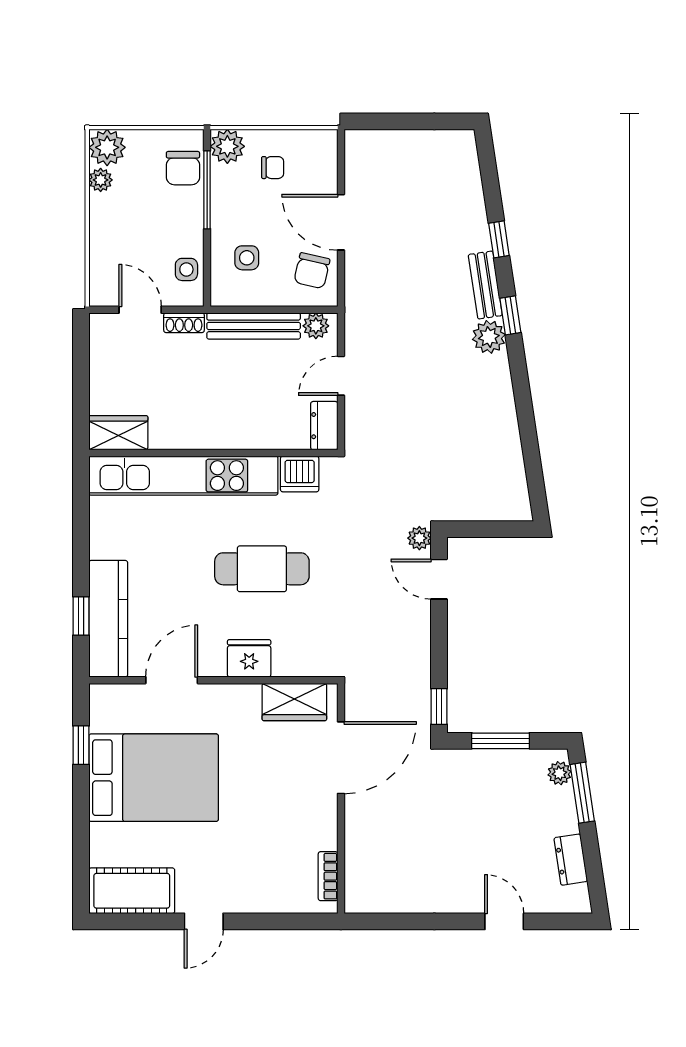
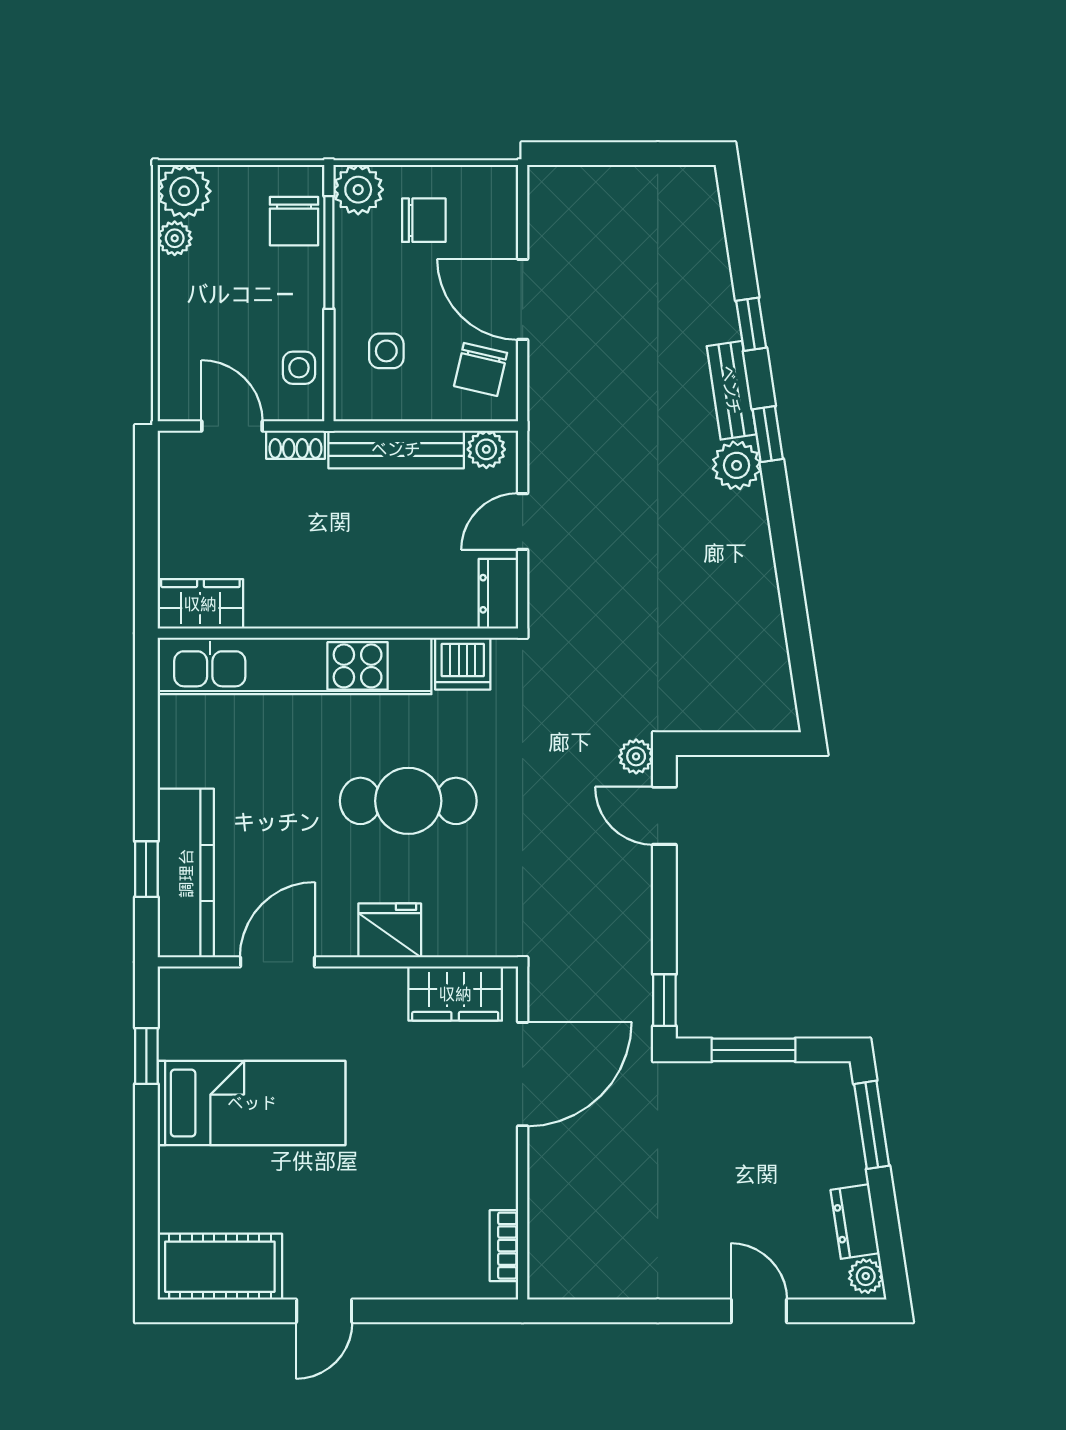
chair: (273, 168) -> (424, 220), width x1.37, depth x1.37
plant: (559, 773) -> (866, 1276), moved
bed: (154, 778) -> (252, 1103), width x0.67

